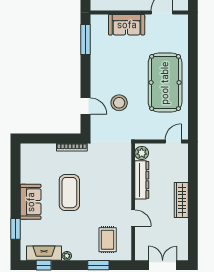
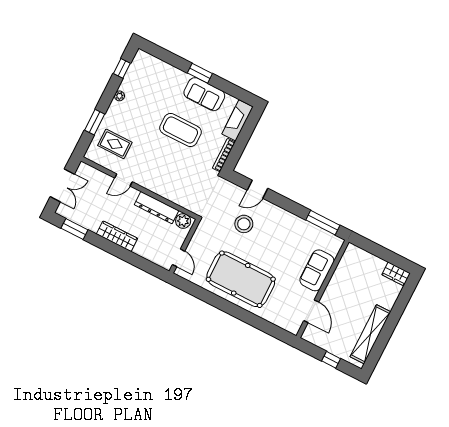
sofa: (31, 202) -> (204, 94), moved
window: (16, 229) -> (200, 73), moved
window: (193, 237) -> (74, 229), added
fireplace: (44, 253) -> (237, 120), moved, turned 180

